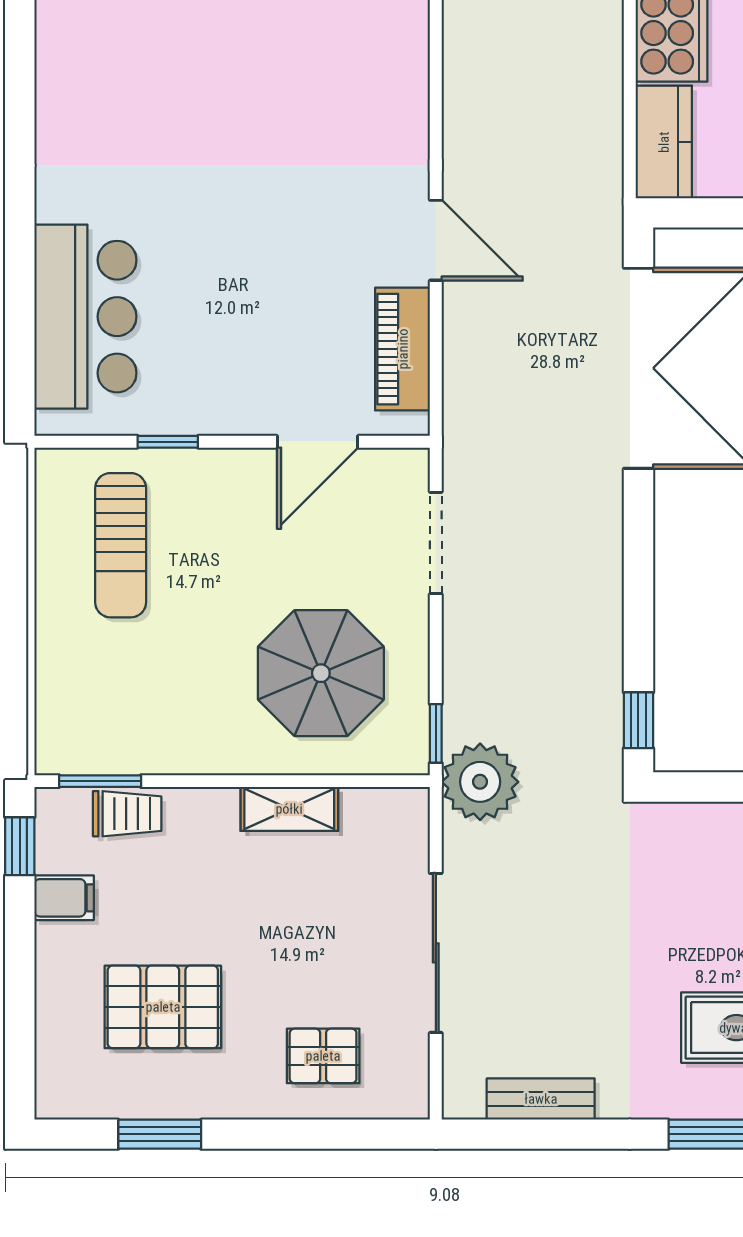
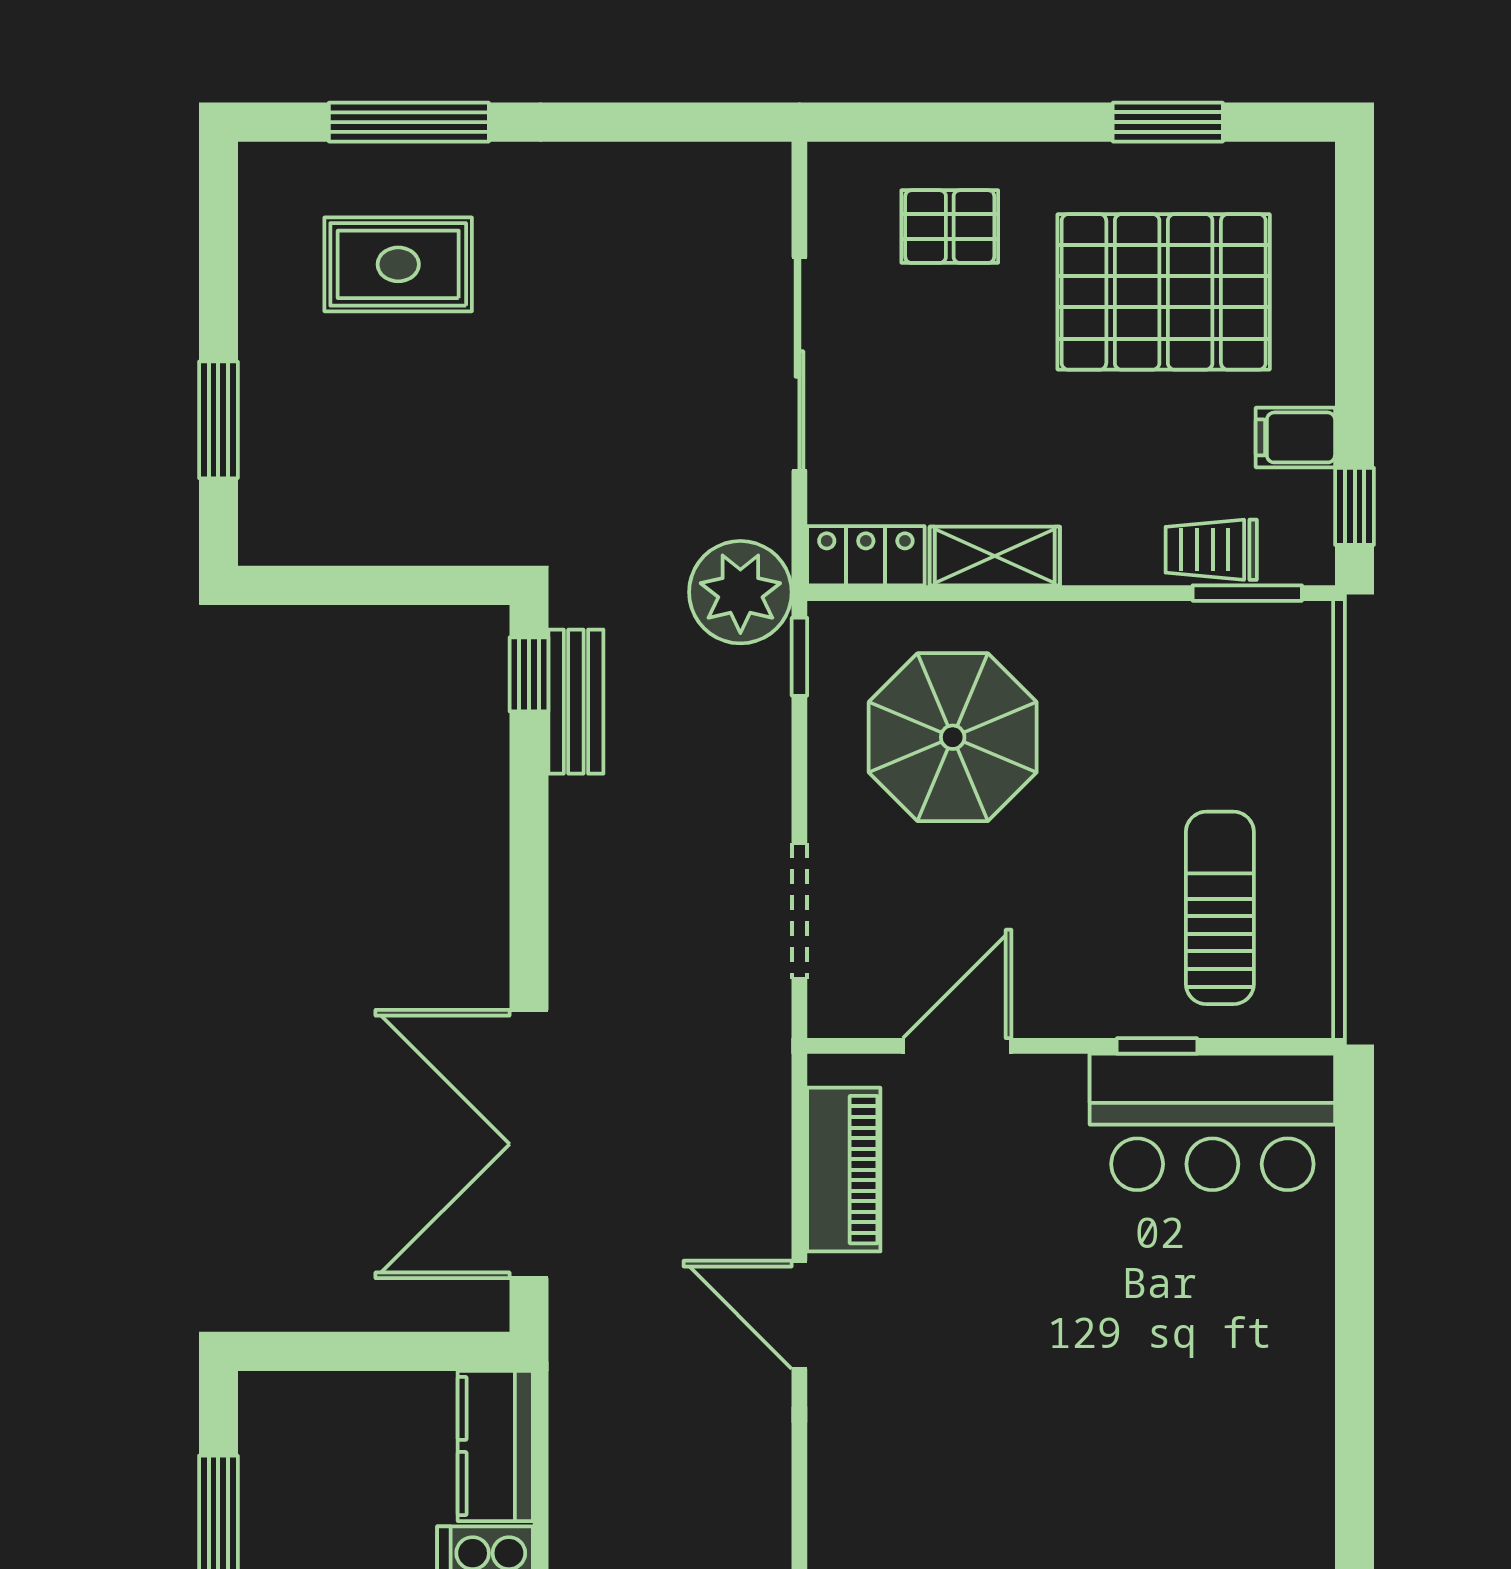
bar counter: (85, 317) -> (1212, 1122), moved, turned -90
locker: (386, 809) -> (866, 556), added
pallet: (163, 1007) -> (1164, 292), width x1.37, depth x1.41
bench: (541, 1099) -> (576, 702), moved, turned 90

